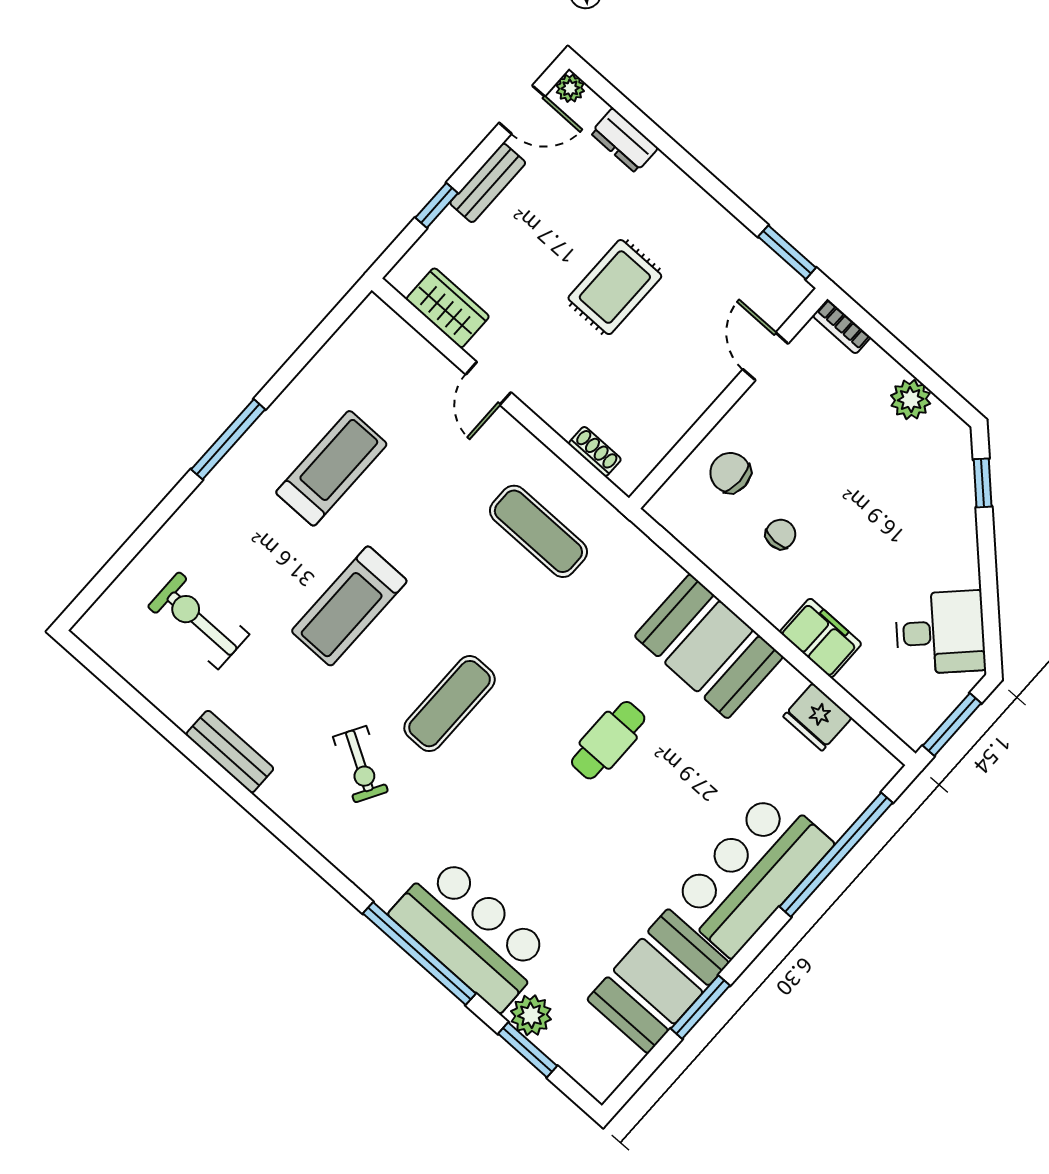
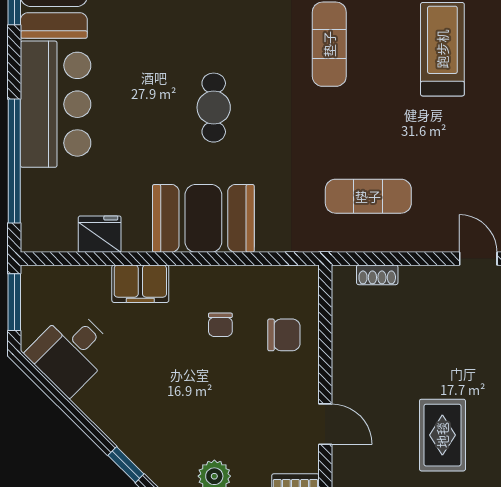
rug: (615, 287) -> (442, 435), moved

